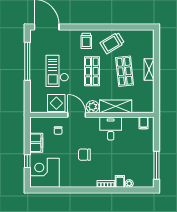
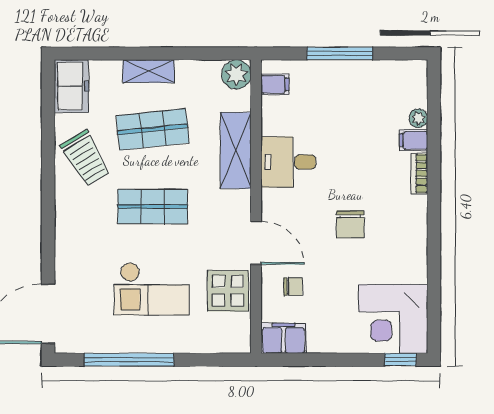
freezer: (143, 37) -> (71, 86), added
trolley: (86, 41) -> (81, 220), removed
plant: (93, 107) -> (236, 74), moved
door: (77, 115) -> (256, 243), swing flipped
filing cabinet: (36, 143) -> (284, 338), moved
window: (27, 161) -> (400, 360), moved
window: (157, 165) -> (340, 53), moved

